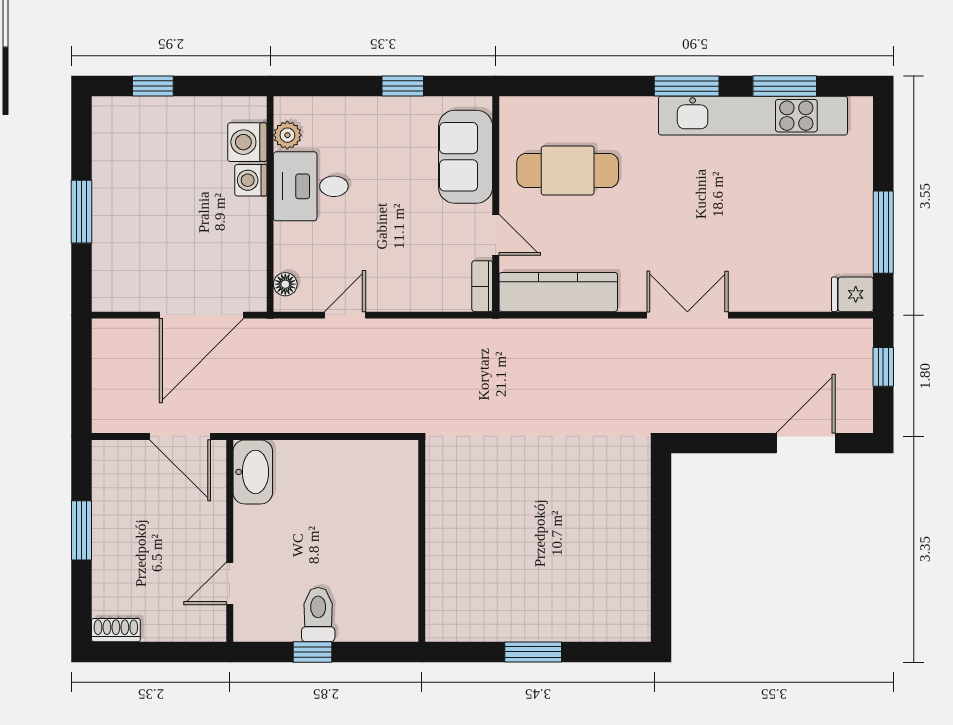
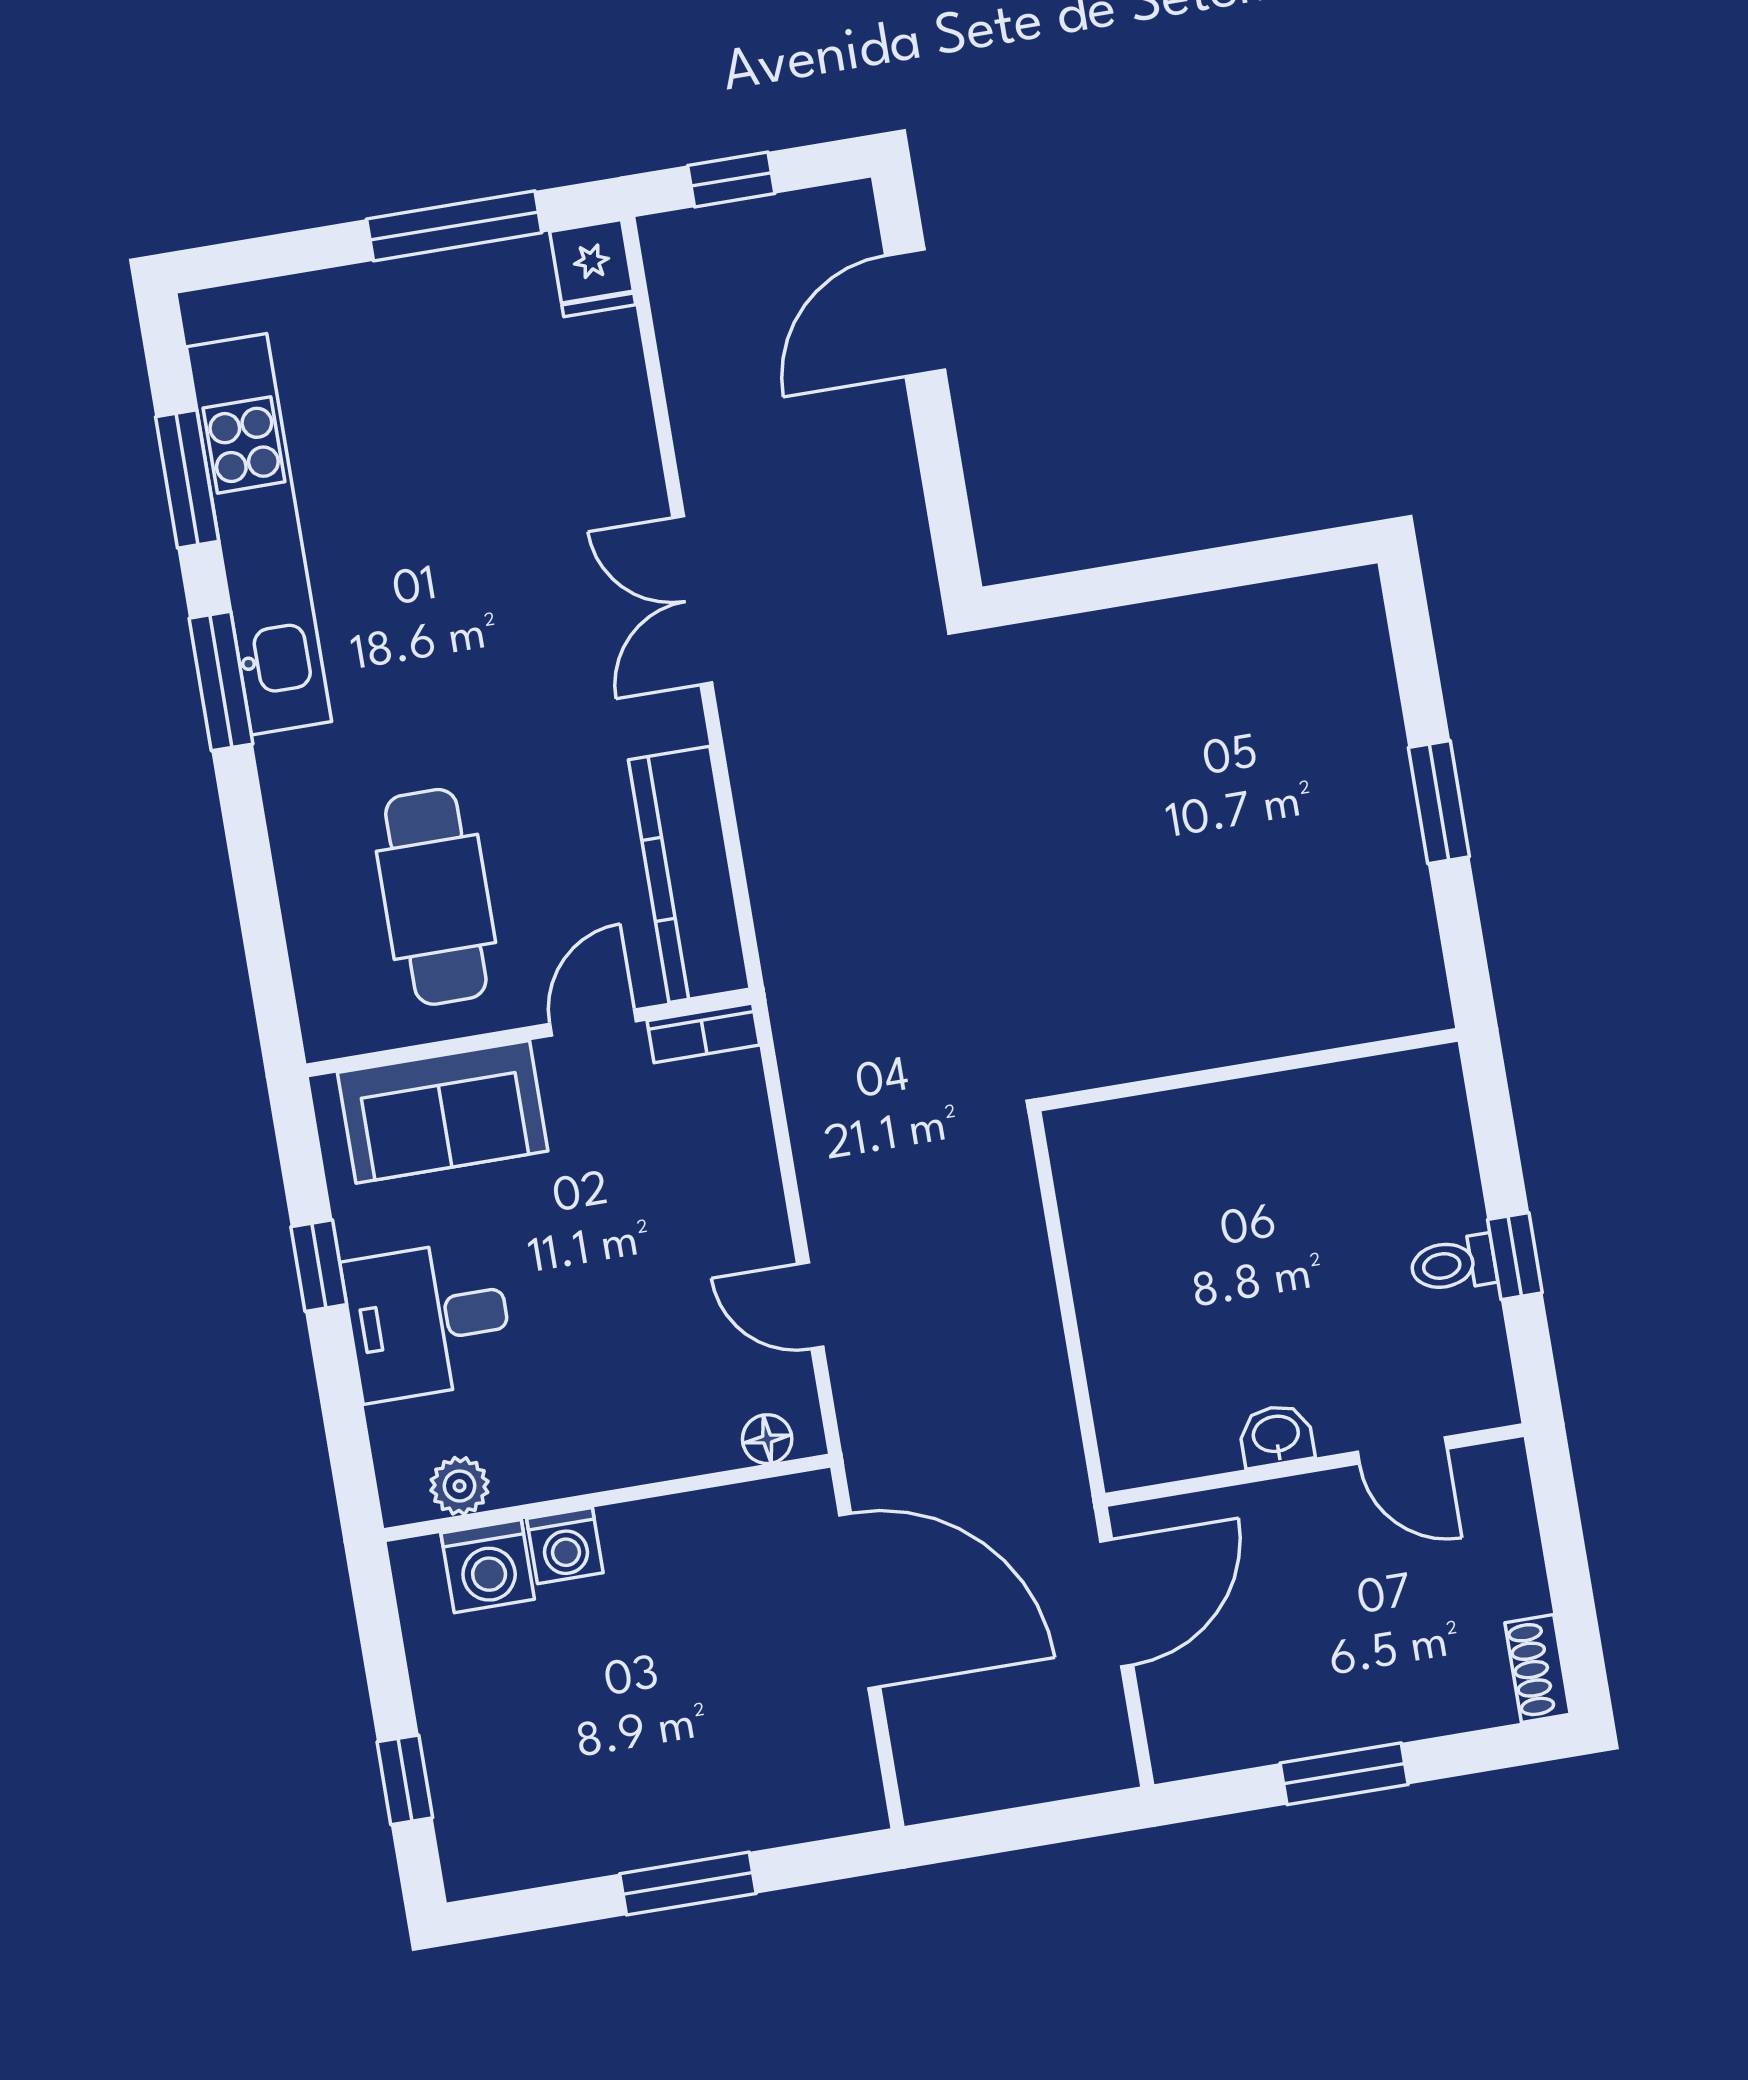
desk: (311, 186) -> (428, 1320), moved, turned 90
door: (806, 443) -> (915, 313), hinge flipped
washbasin: (253, 472) -> (1276, 1436), moved, width x0.52, depth x0.69
toilet: (318, 615) -> (1453, 1264), width x0.73, depth x0.72

